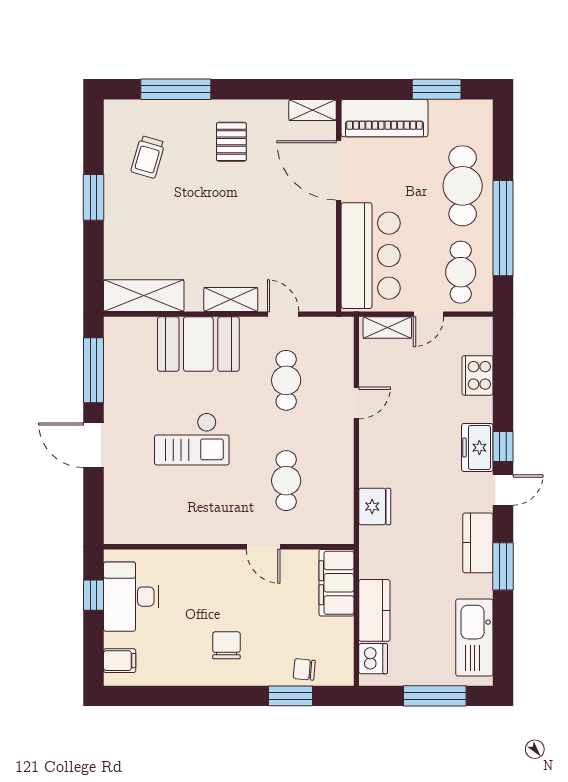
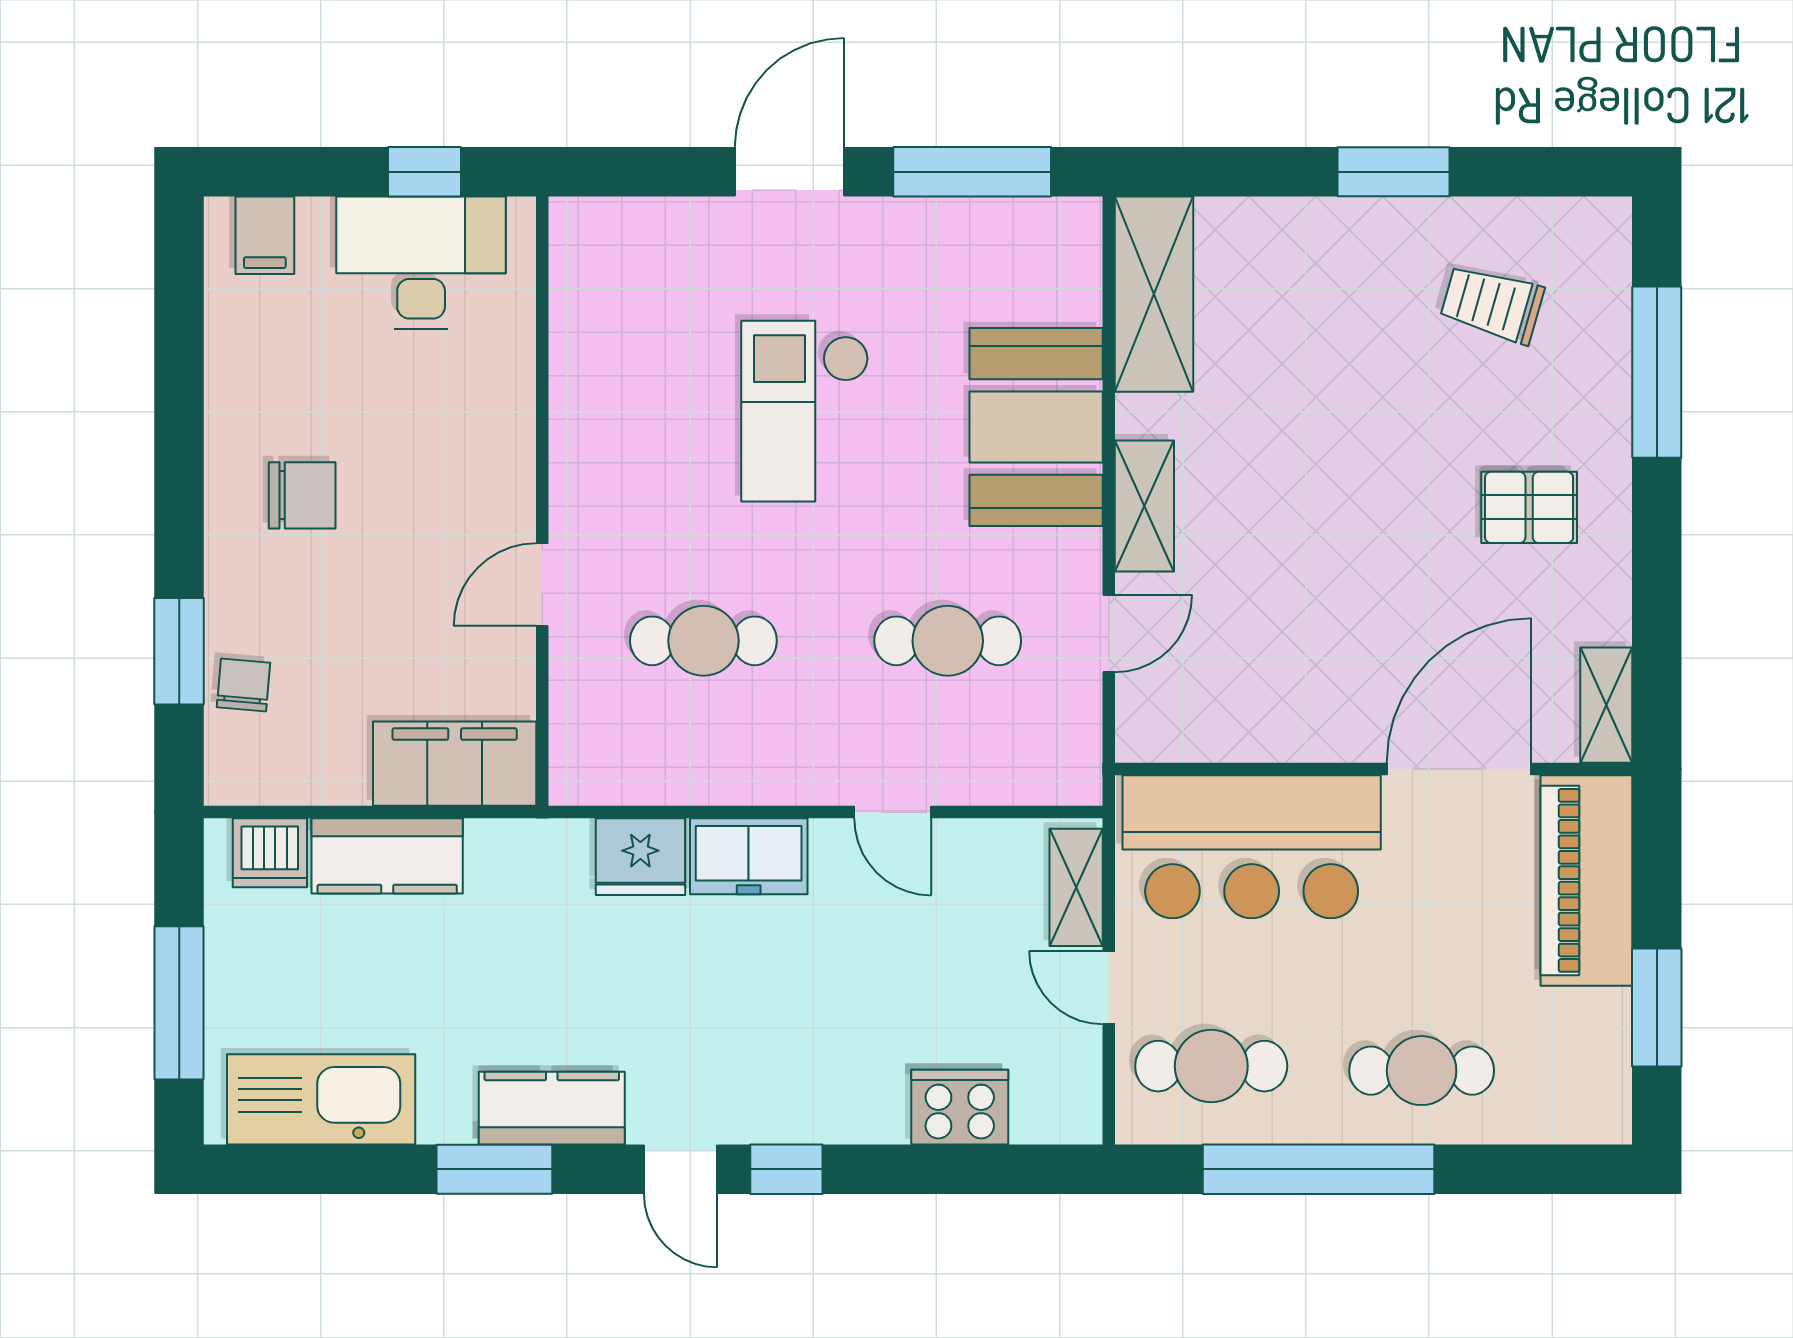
cafe table: (463, 186) -> (1422, 1071), width x0.73, depth x0.74
freezer: (477, 448) -> (749, 856), moved, turned 180

